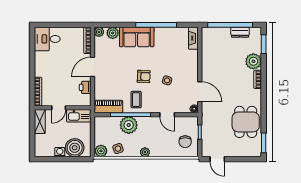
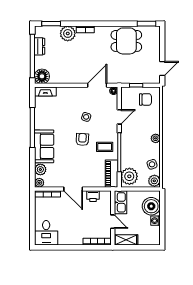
floor lamp: (209, 35) -> (42, 76), added
plant: (129, 125) -> (129, 176), moved

